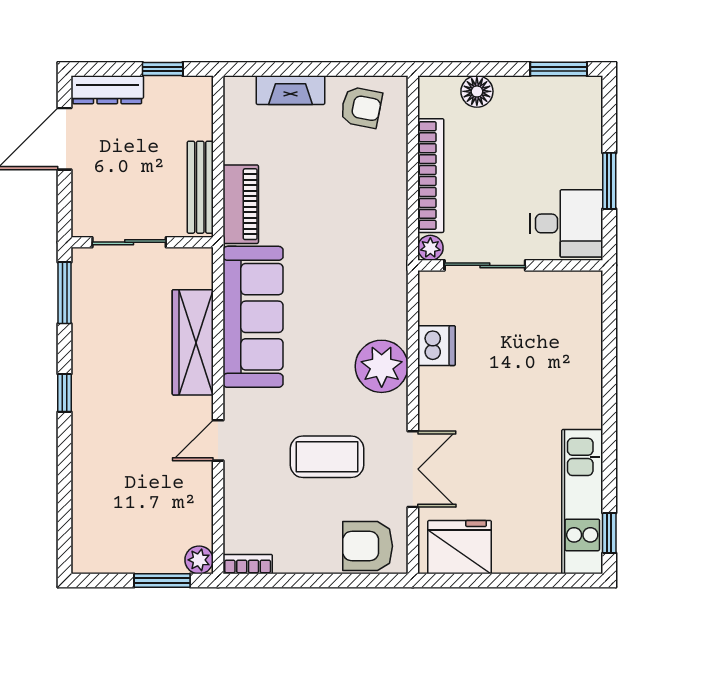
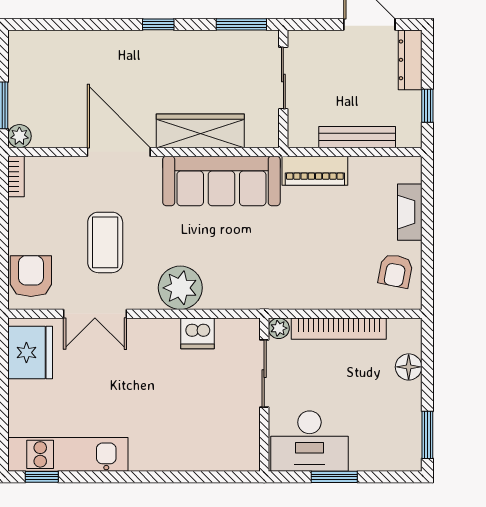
bench: (200, 187) -> (357, 137), moved
desk: (566, 223) -> (309, 441), width x1.37
door: (218, 440) -> (119, 152), width x1.87

